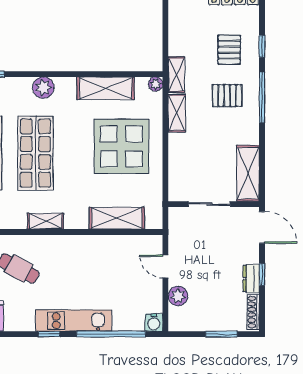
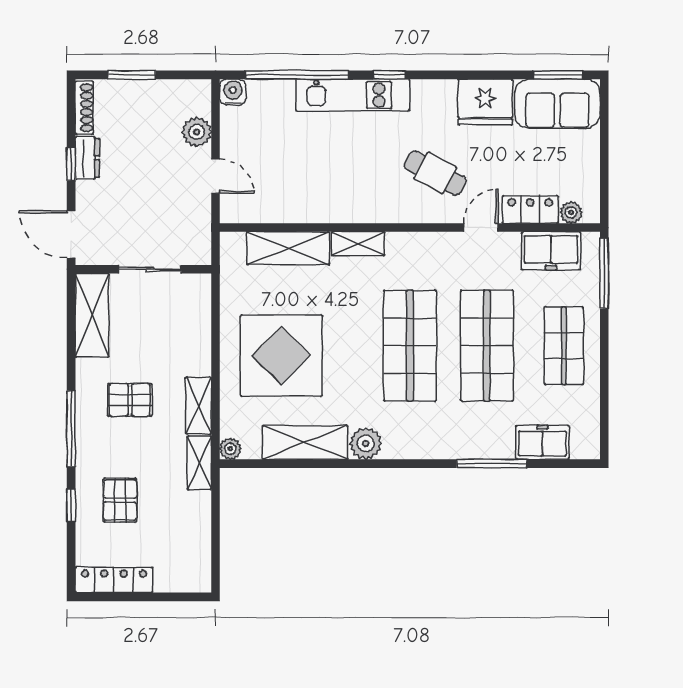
plant: (43, 88) -> (366, 444), moved
pallet: (227, 96) -> (130, 400), moved
shelving: (46, 221) -> (358, 244), moved

